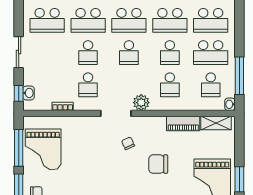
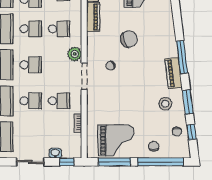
washbasin: (29, 93) -> (55, 153), moved
chair: (158, 164) -> (129, 39), turned -111

